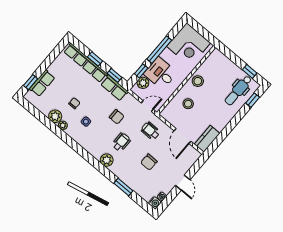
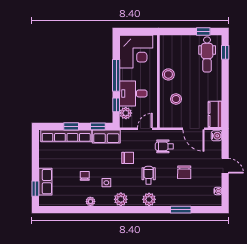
plant: (55, 116) -> (121, 199), moved
water cooler: (155, 203) -> (216, 136), moved

